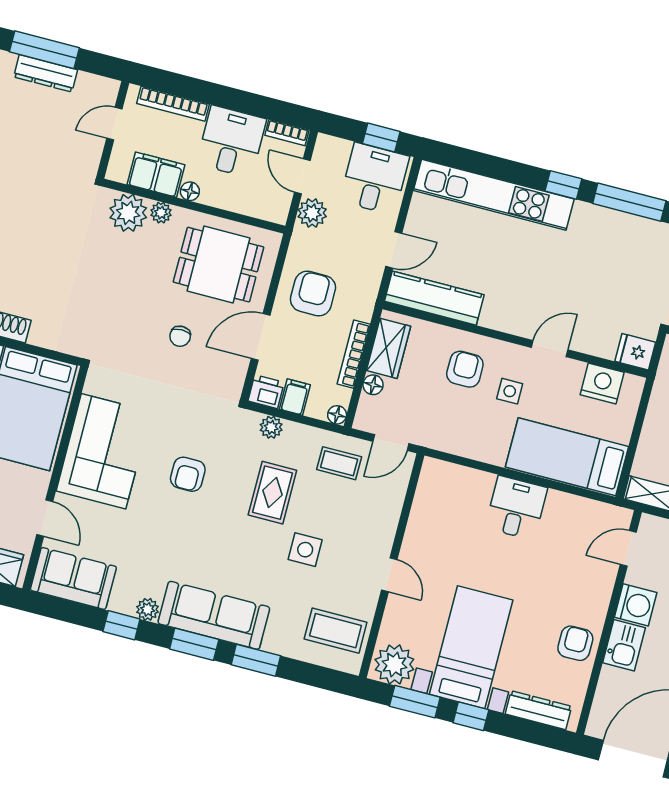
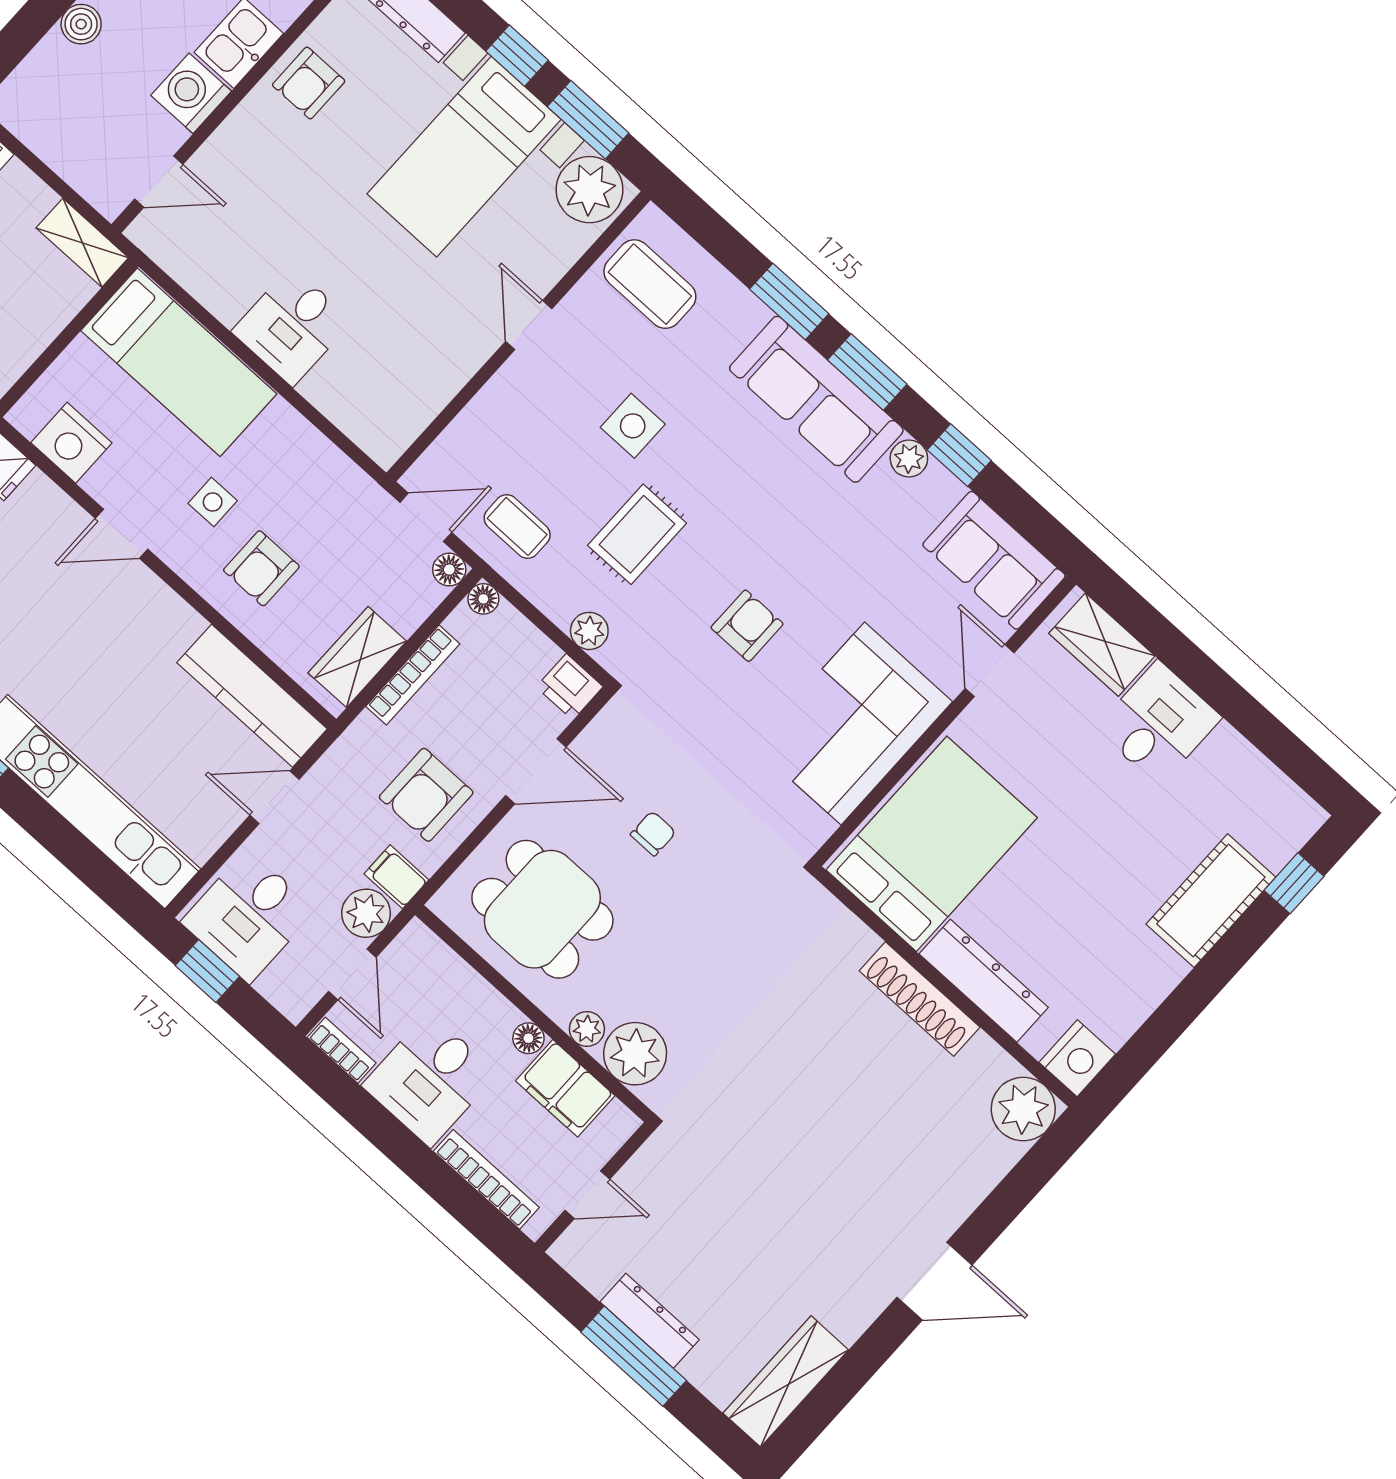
floor lamp: (373, 385) -> (449, 570), moved
filing cabinet: (295, 397) -> (396, 877), moved, turned 90

